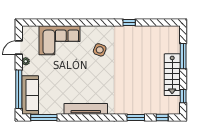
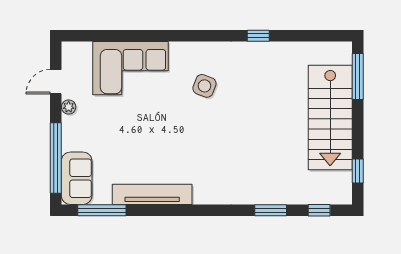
window: (183, 56) -> (358, 77), moved
stairs: (172, 75) -> (330, 117), width x1.36, depth x1.51
sofa: (30, 95) -> (77, 178), width x0.73
tv unit: (86, 109) -> (152, 194), moved

